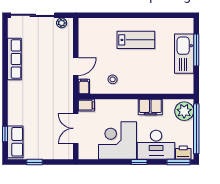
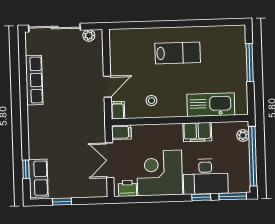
kitchen sink: (184, 54) -> (211, 105), moved, turned 90
plant: (184, 111) -> (243, 135), width x0.53, depth x0.53
printer: (183, 153) -> (127, 188), moved
window: (139, 162) -> (201, 197), moved

